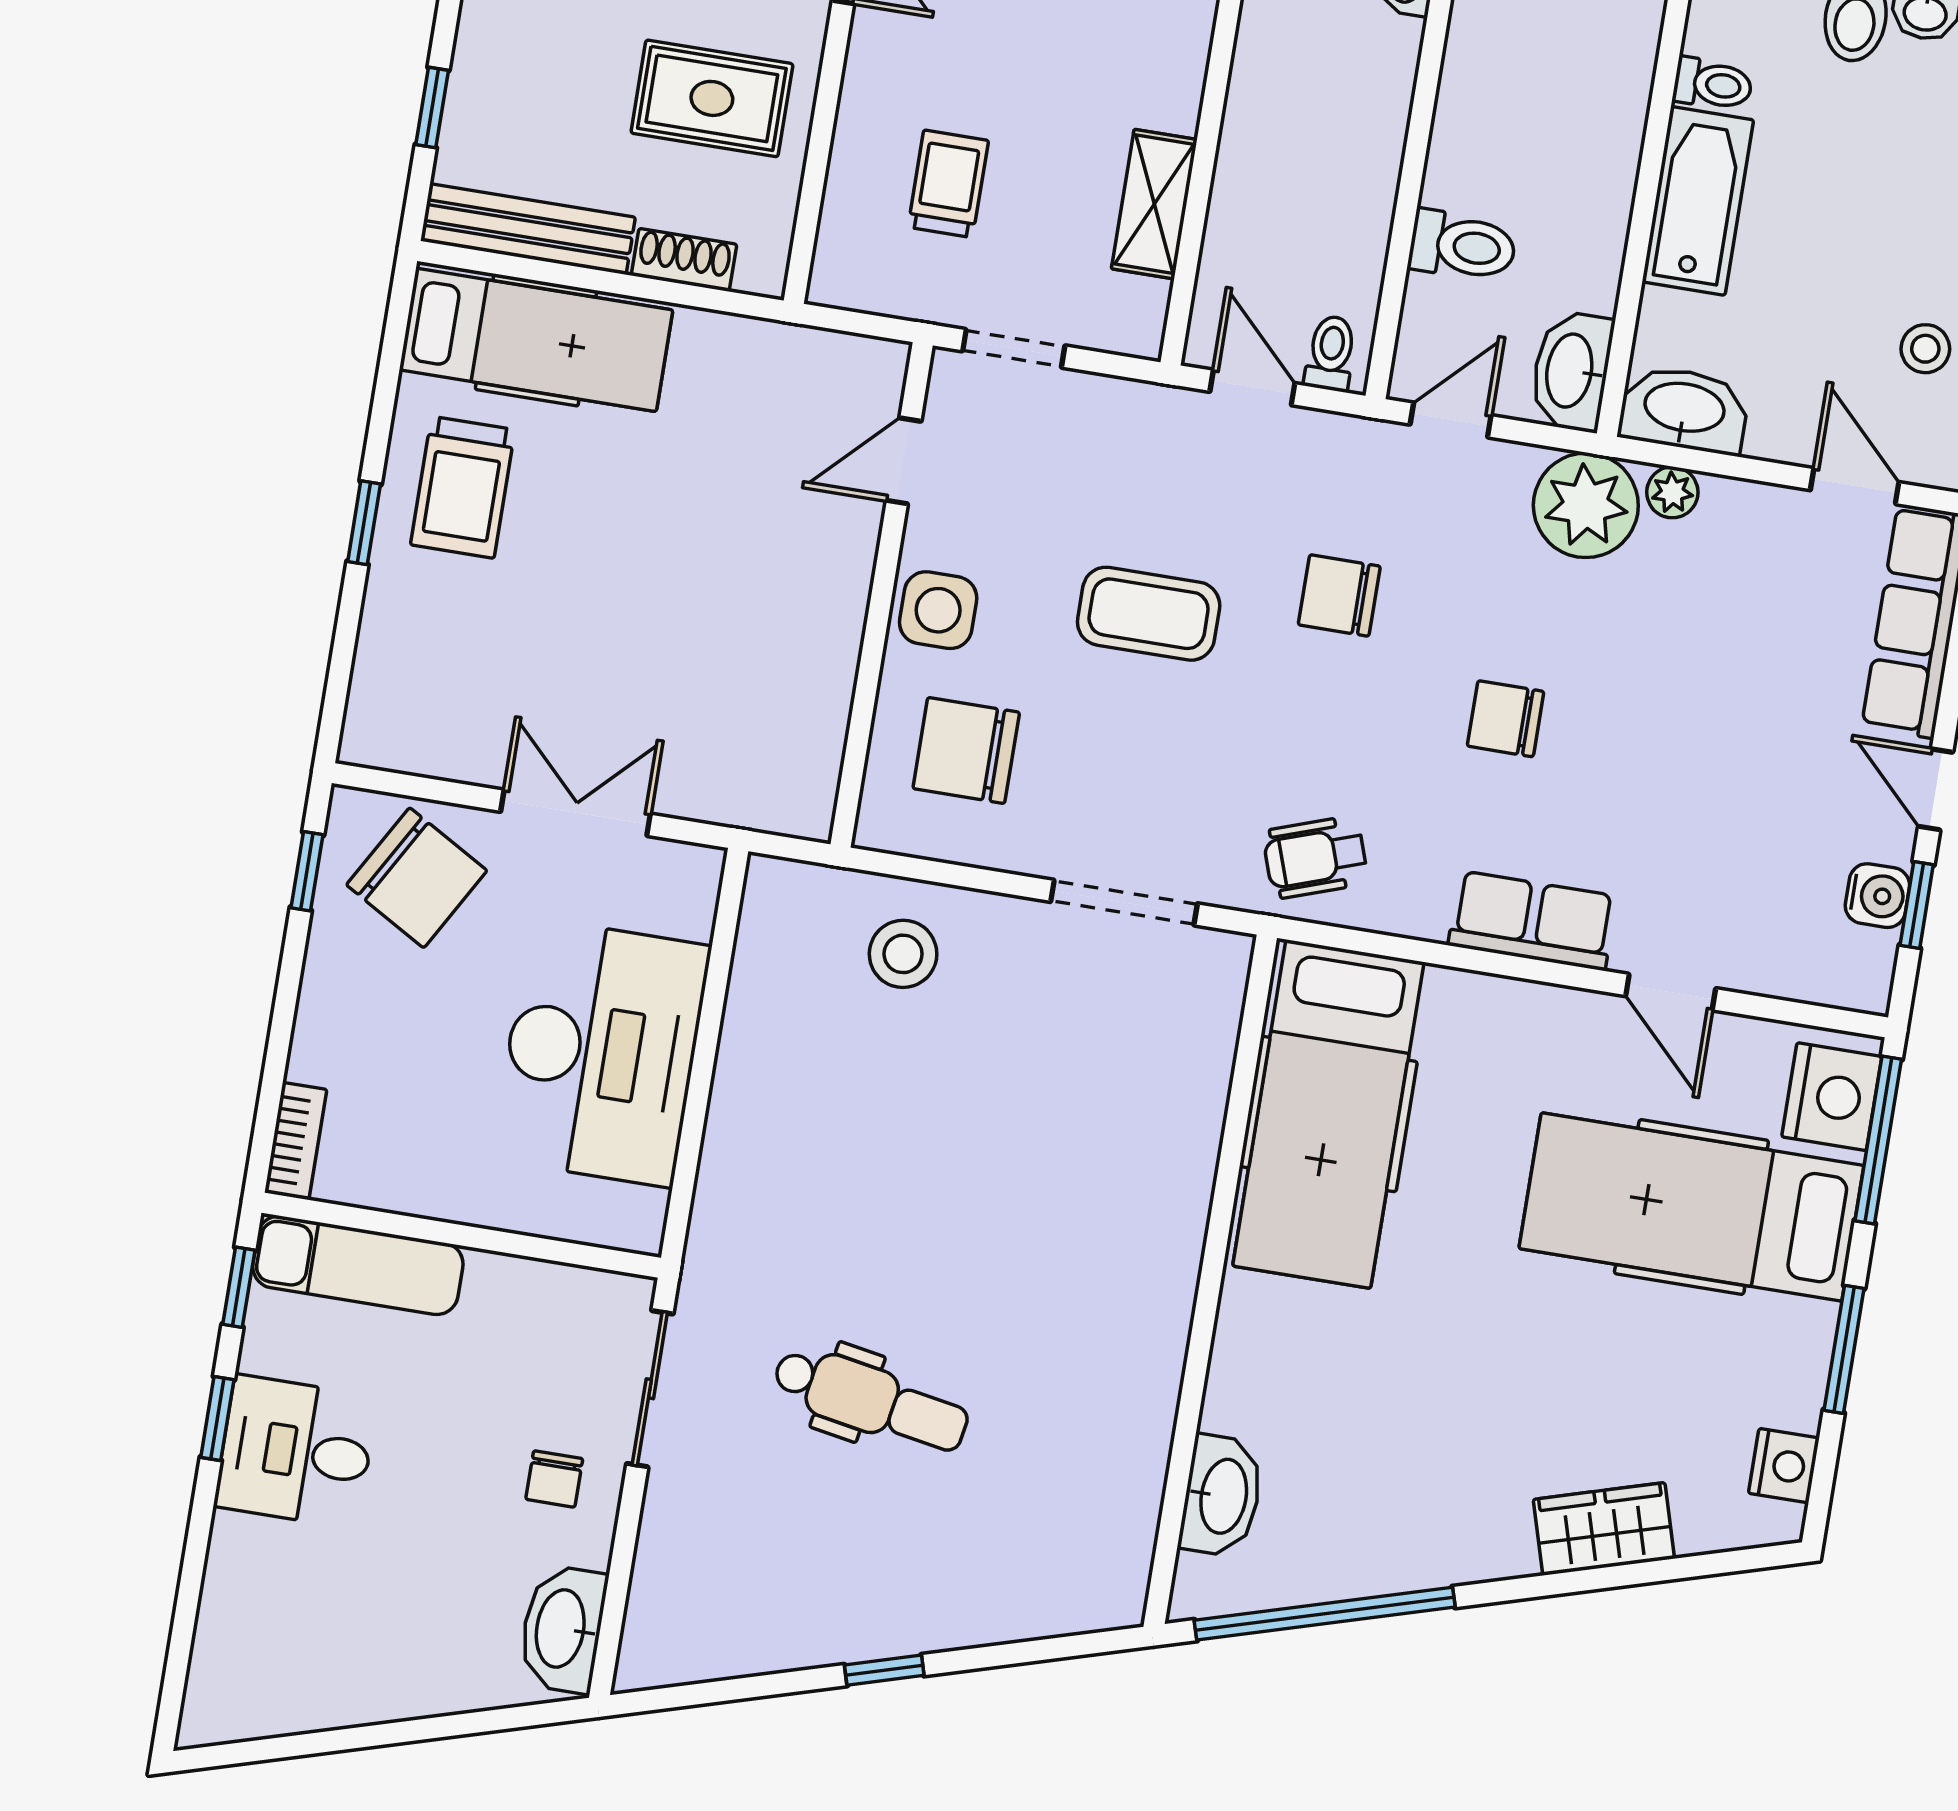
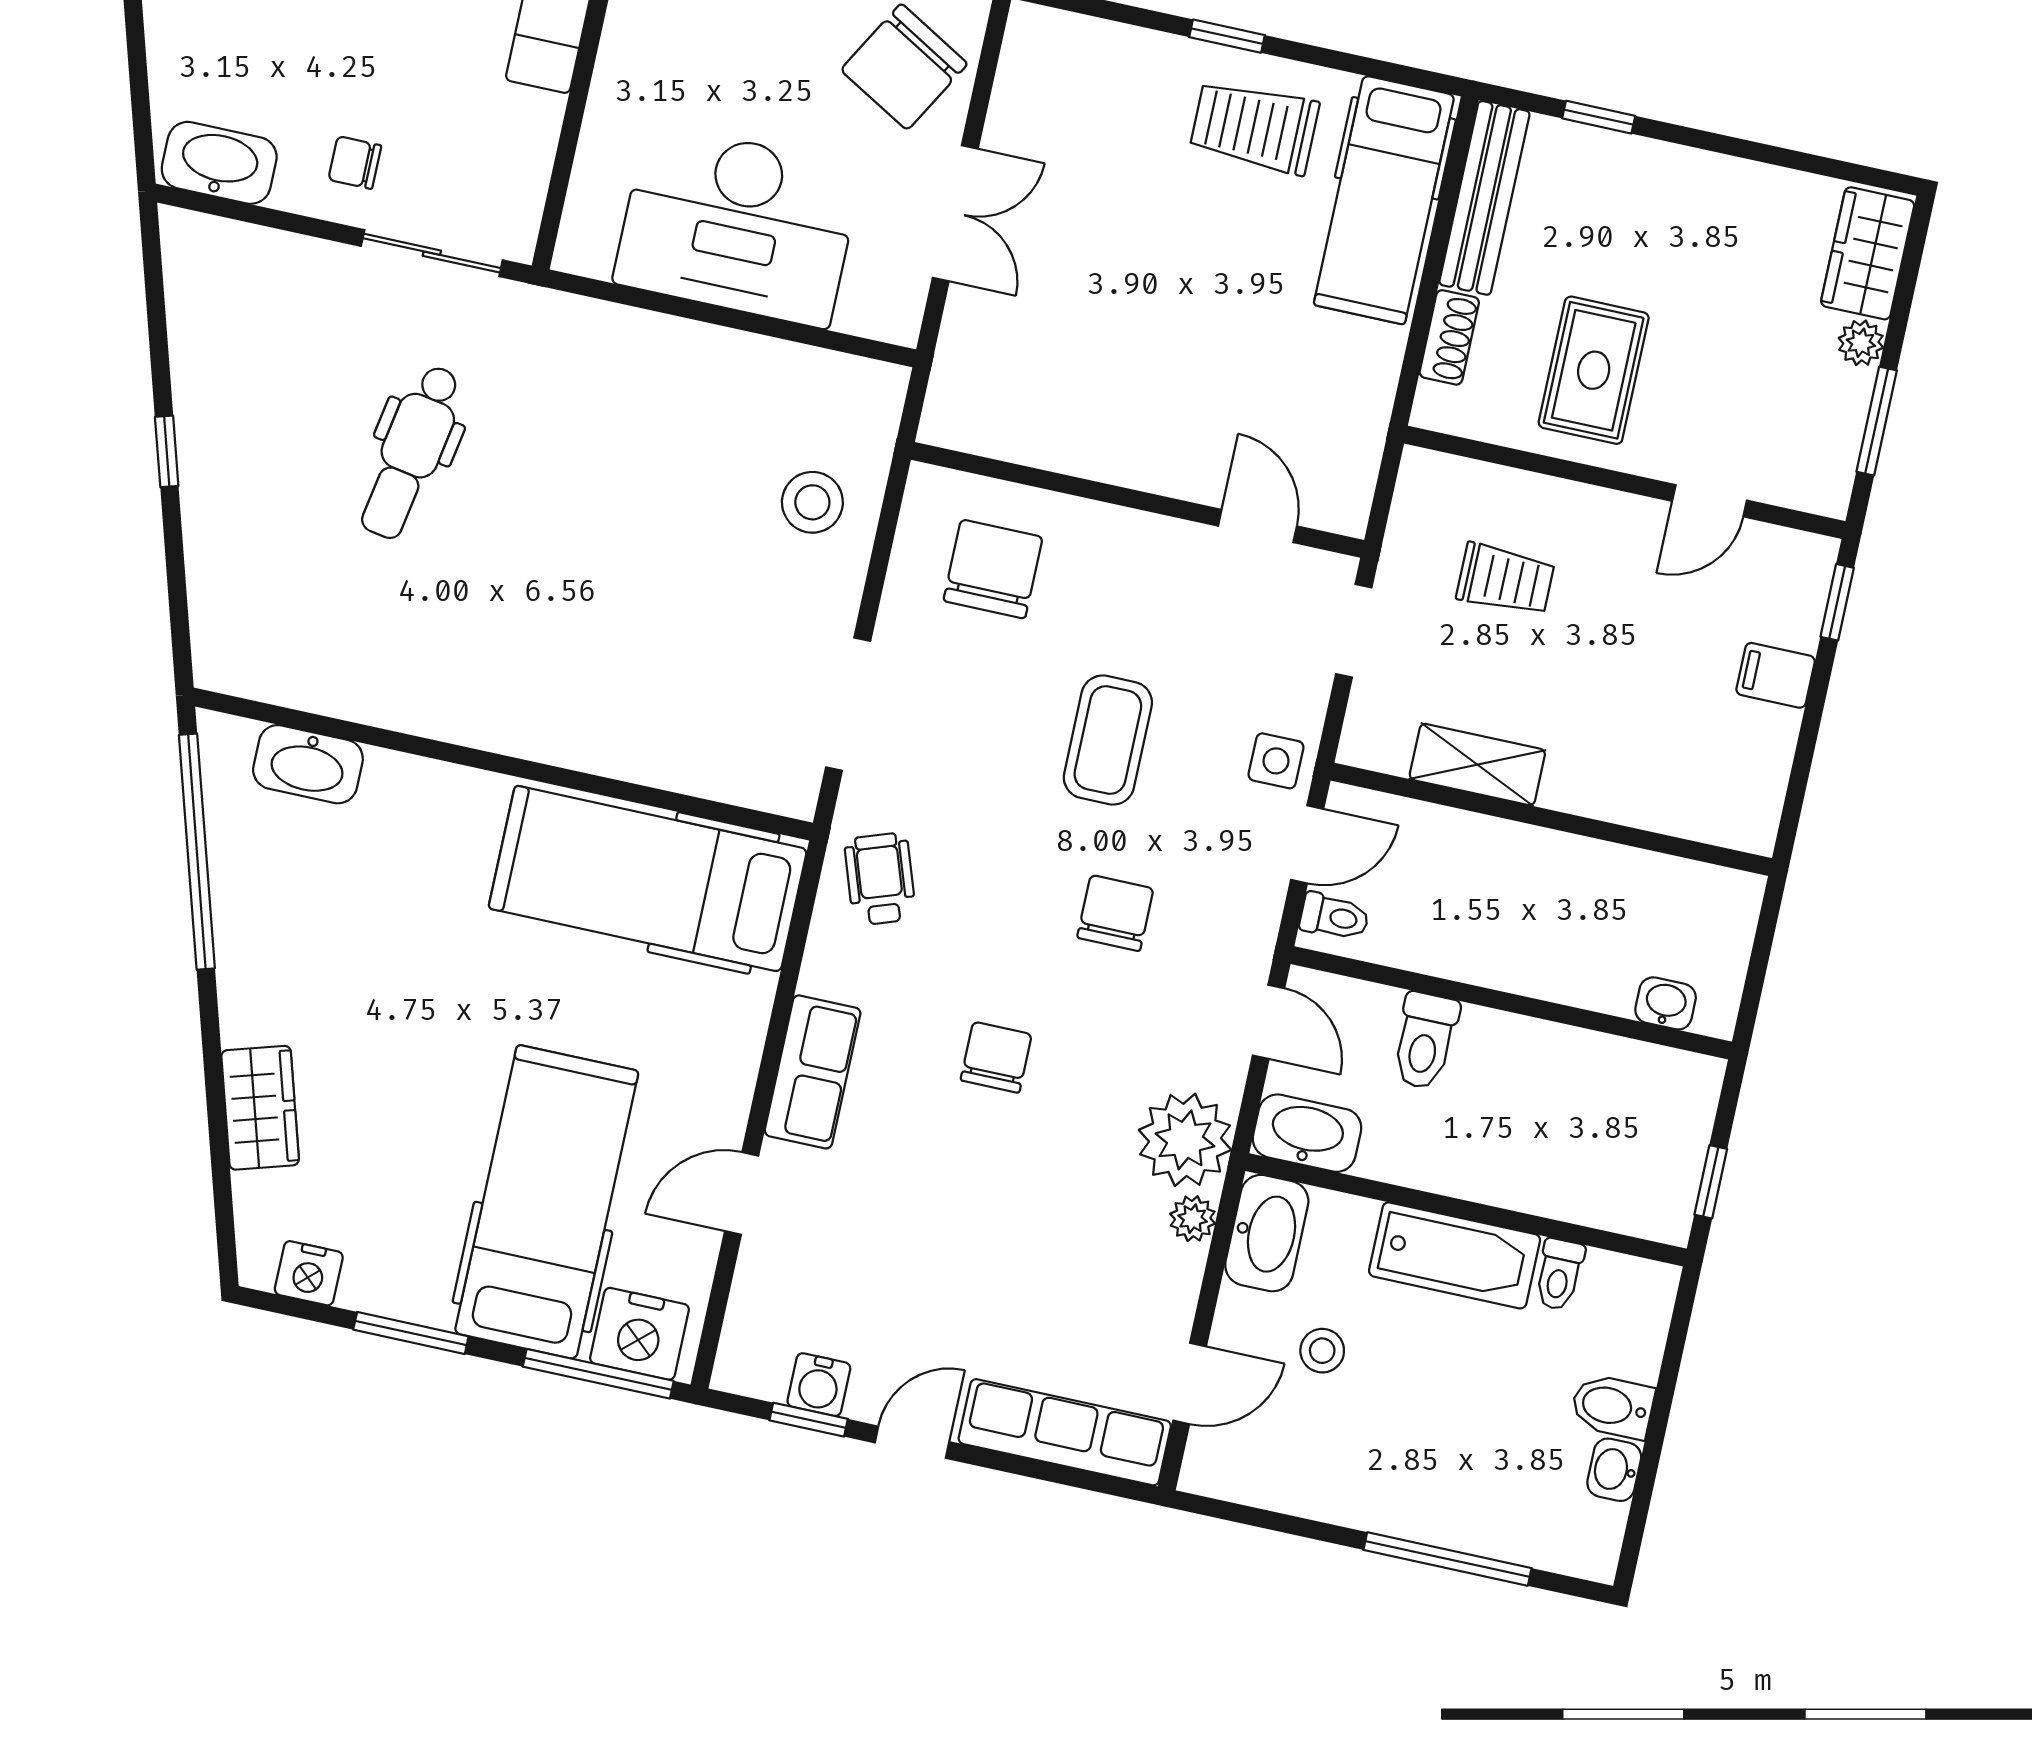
stool: (1925, 349) -> (1322, 1351), moved
side table: (938, 610) -> (1276, 761), moved, width x0.73, depth x0.73

